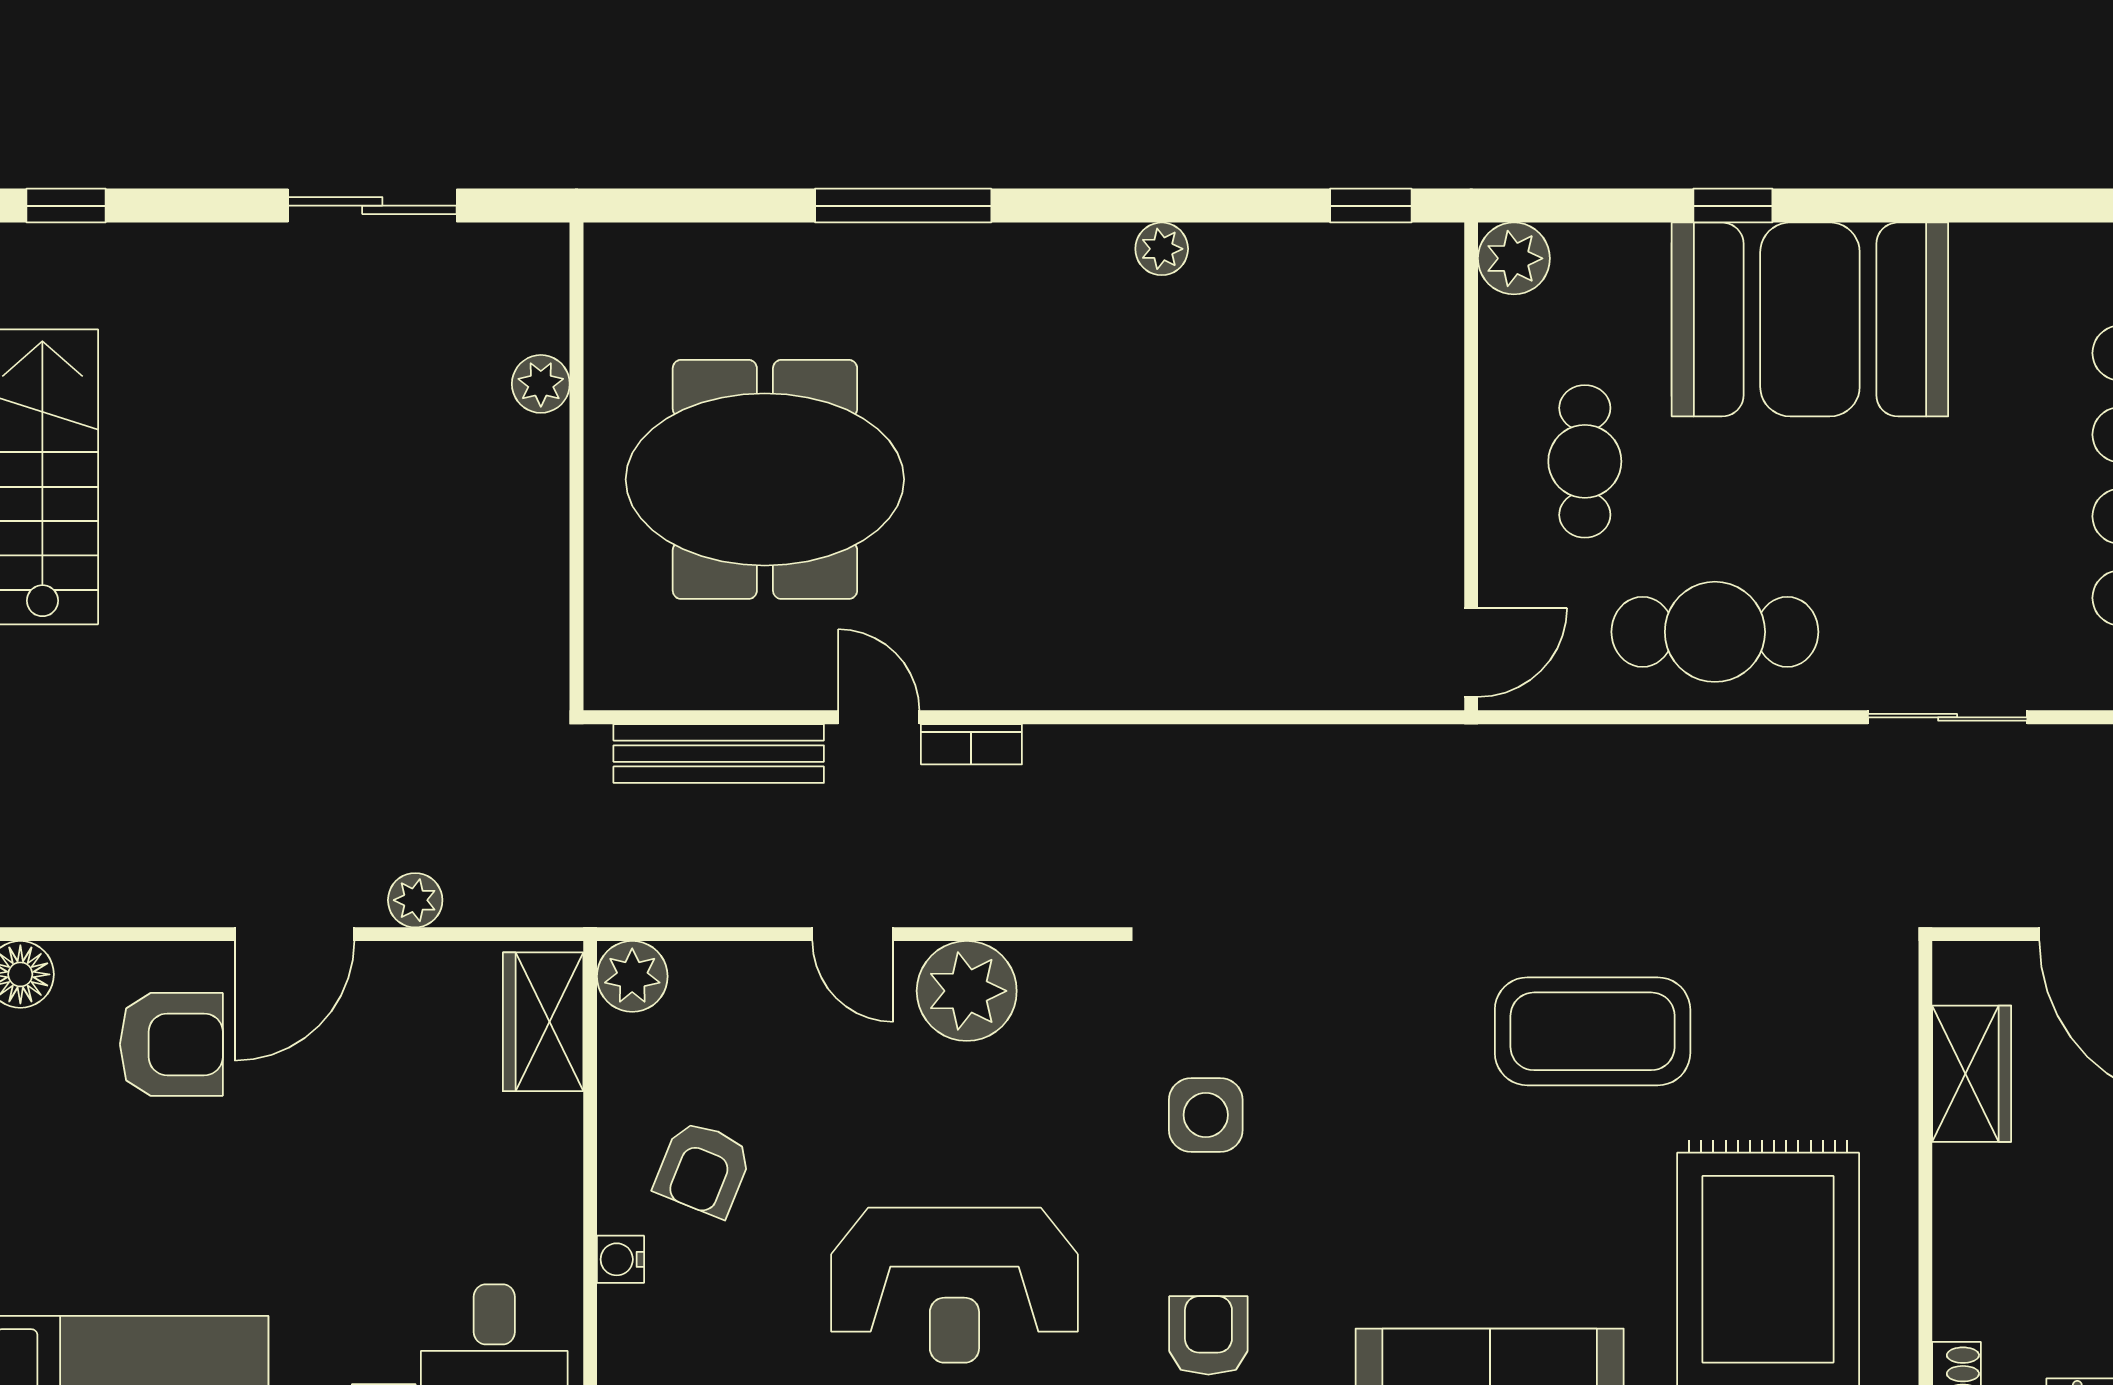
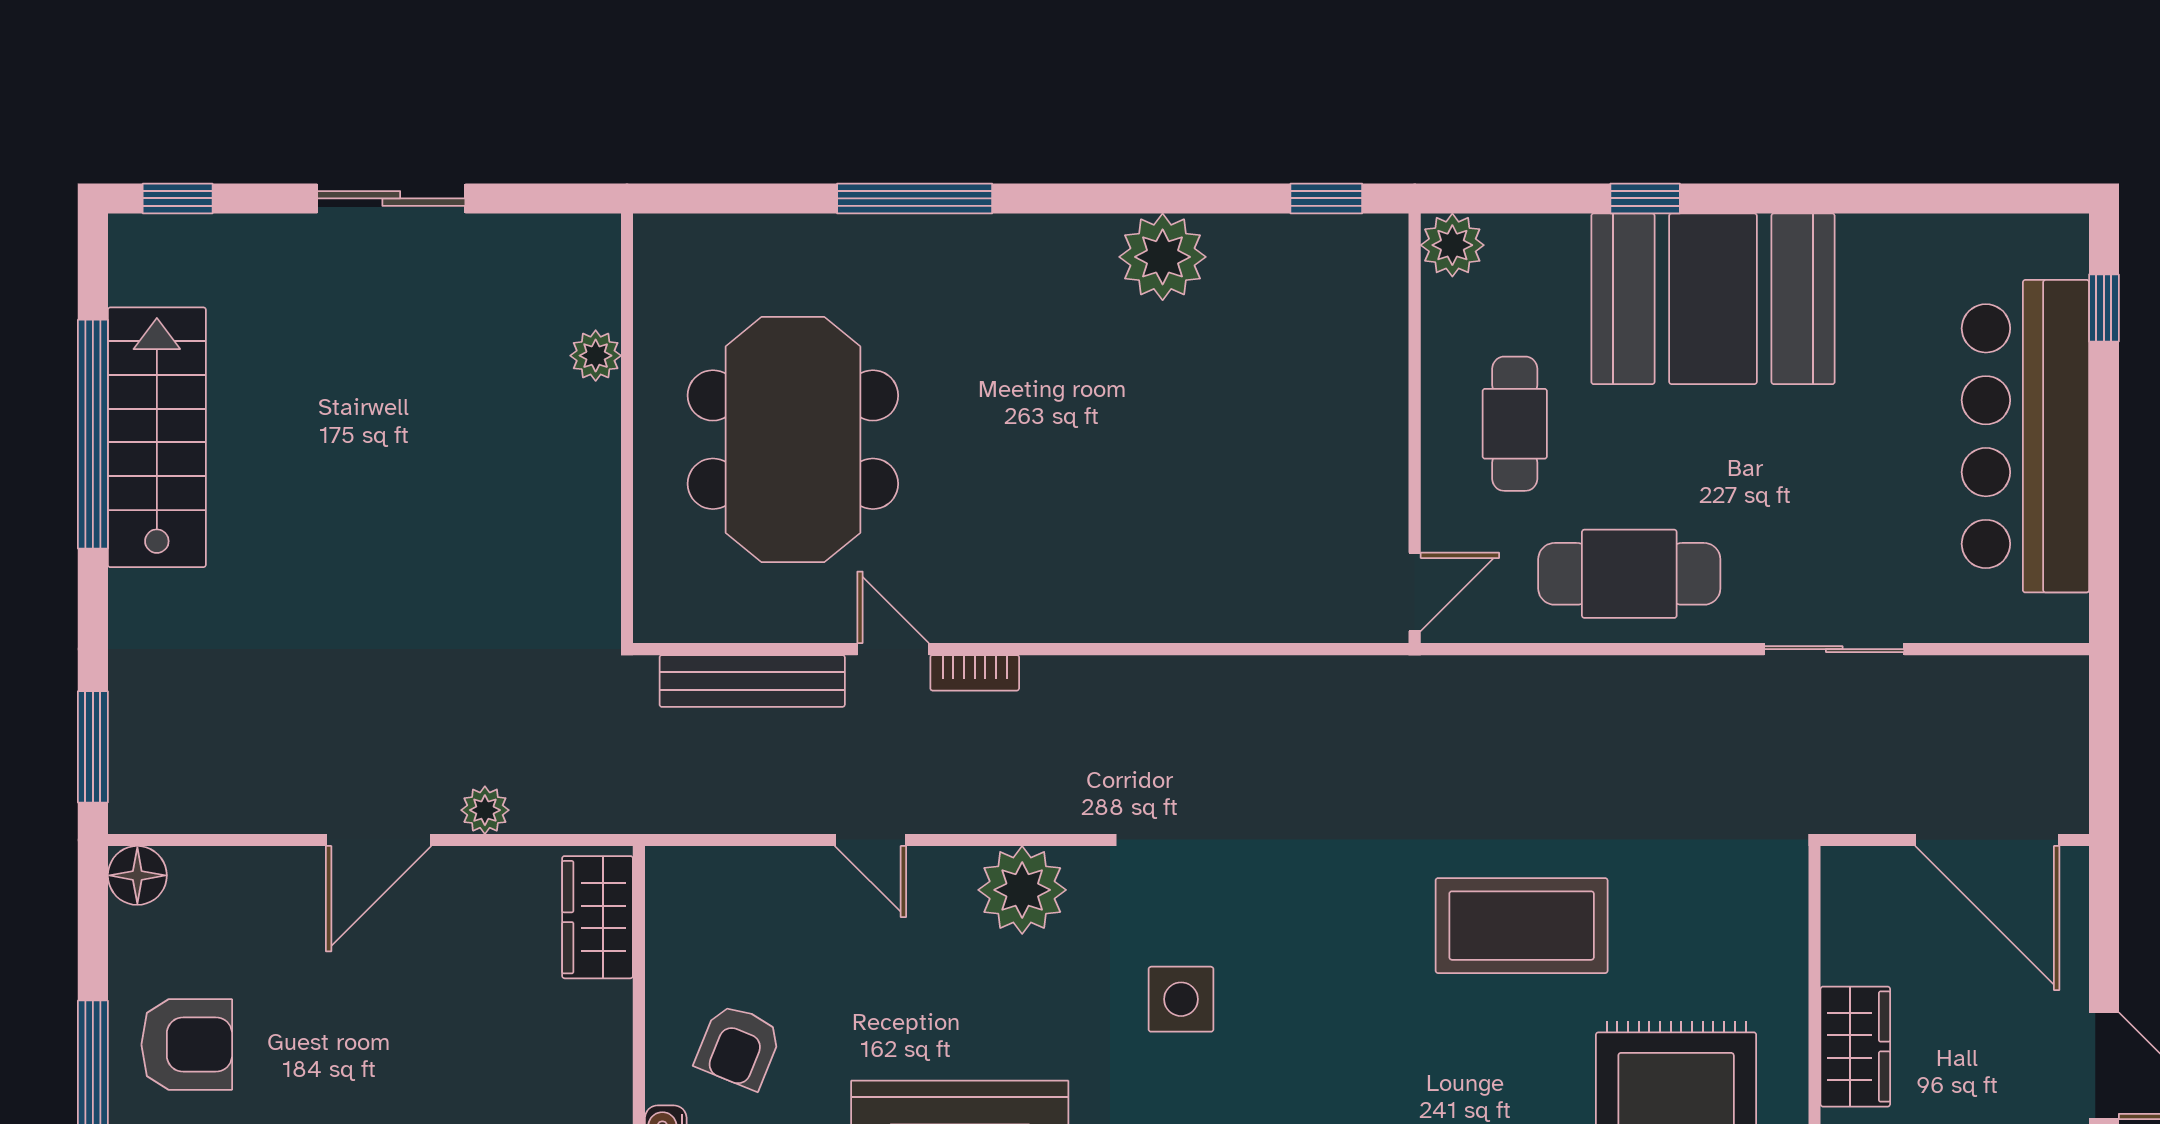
sliding door: (372, 206) -> (391, 198), moved
plant: (1162, 249) -> (1163, 257), width x1.87, depth x1.87
meeting table: (765, 479) -> (793, 440), turned 90
plant: (632, 976) -> (676, 877), removed
plant: (967, 991) -> (1022, 890), moved
armchair: (171, 1044) -> (187, 1045), moved
wardrobe: (1972, 1074) -> (1855, 1047), moved

